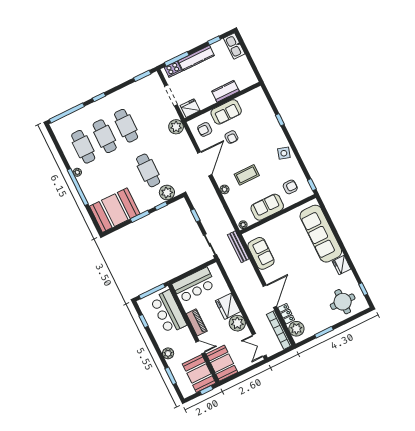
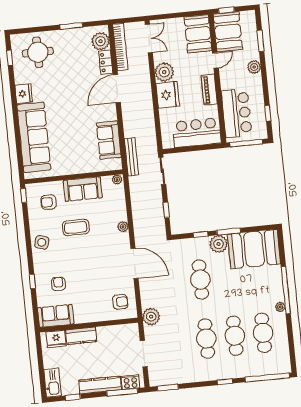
fridge: (190, 108) -> (56, 339), moved
sofa: (226, 112) -> (56, 316), moved
armchair: (231, 137) -> (58, 284), moved
door: (205, 164) -> (135, 263), swing flipped
coffee table: (247, 175) -> (76, 227), moved
plant: (167, 193) -> (219, 244), moved
door: (200, 347) -> (215, 60), swing flipped

